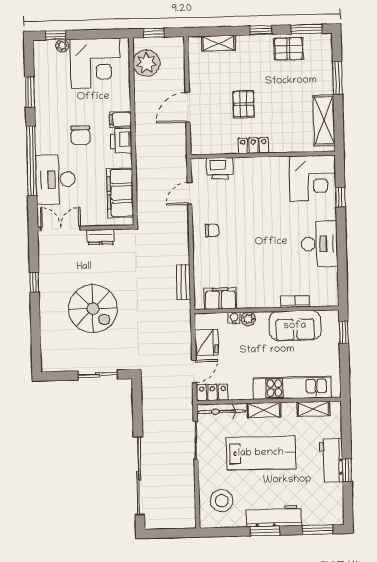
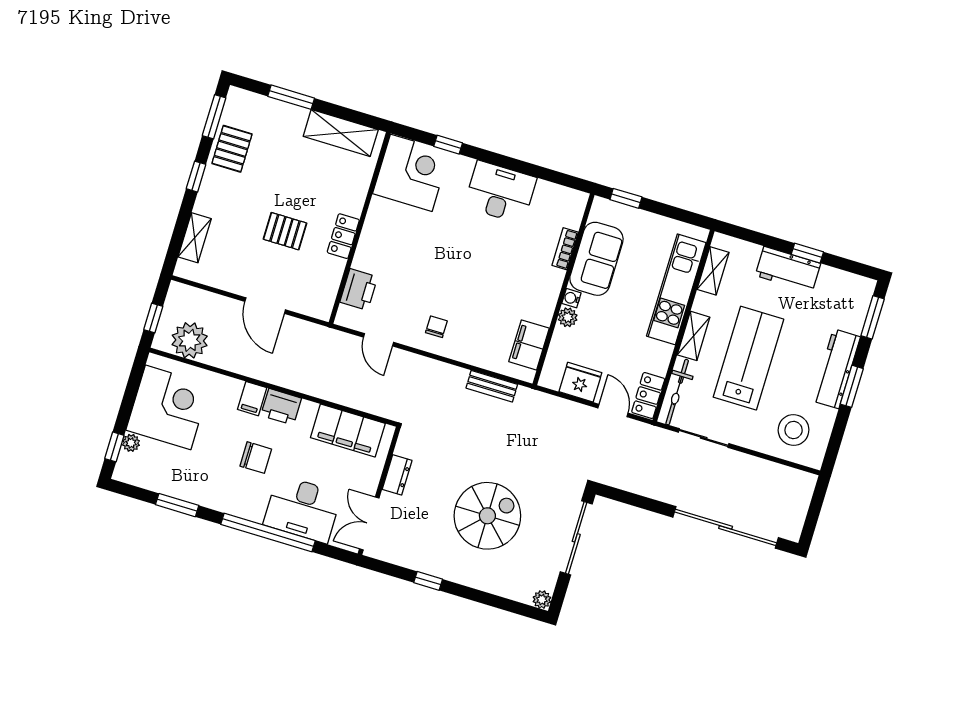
water cooler: (234, 318) -> (571, 298), moved
plant: (47, 365) -> (542, 600), added
sliding door: (98, 375) -> (576, 538), width x1.37

